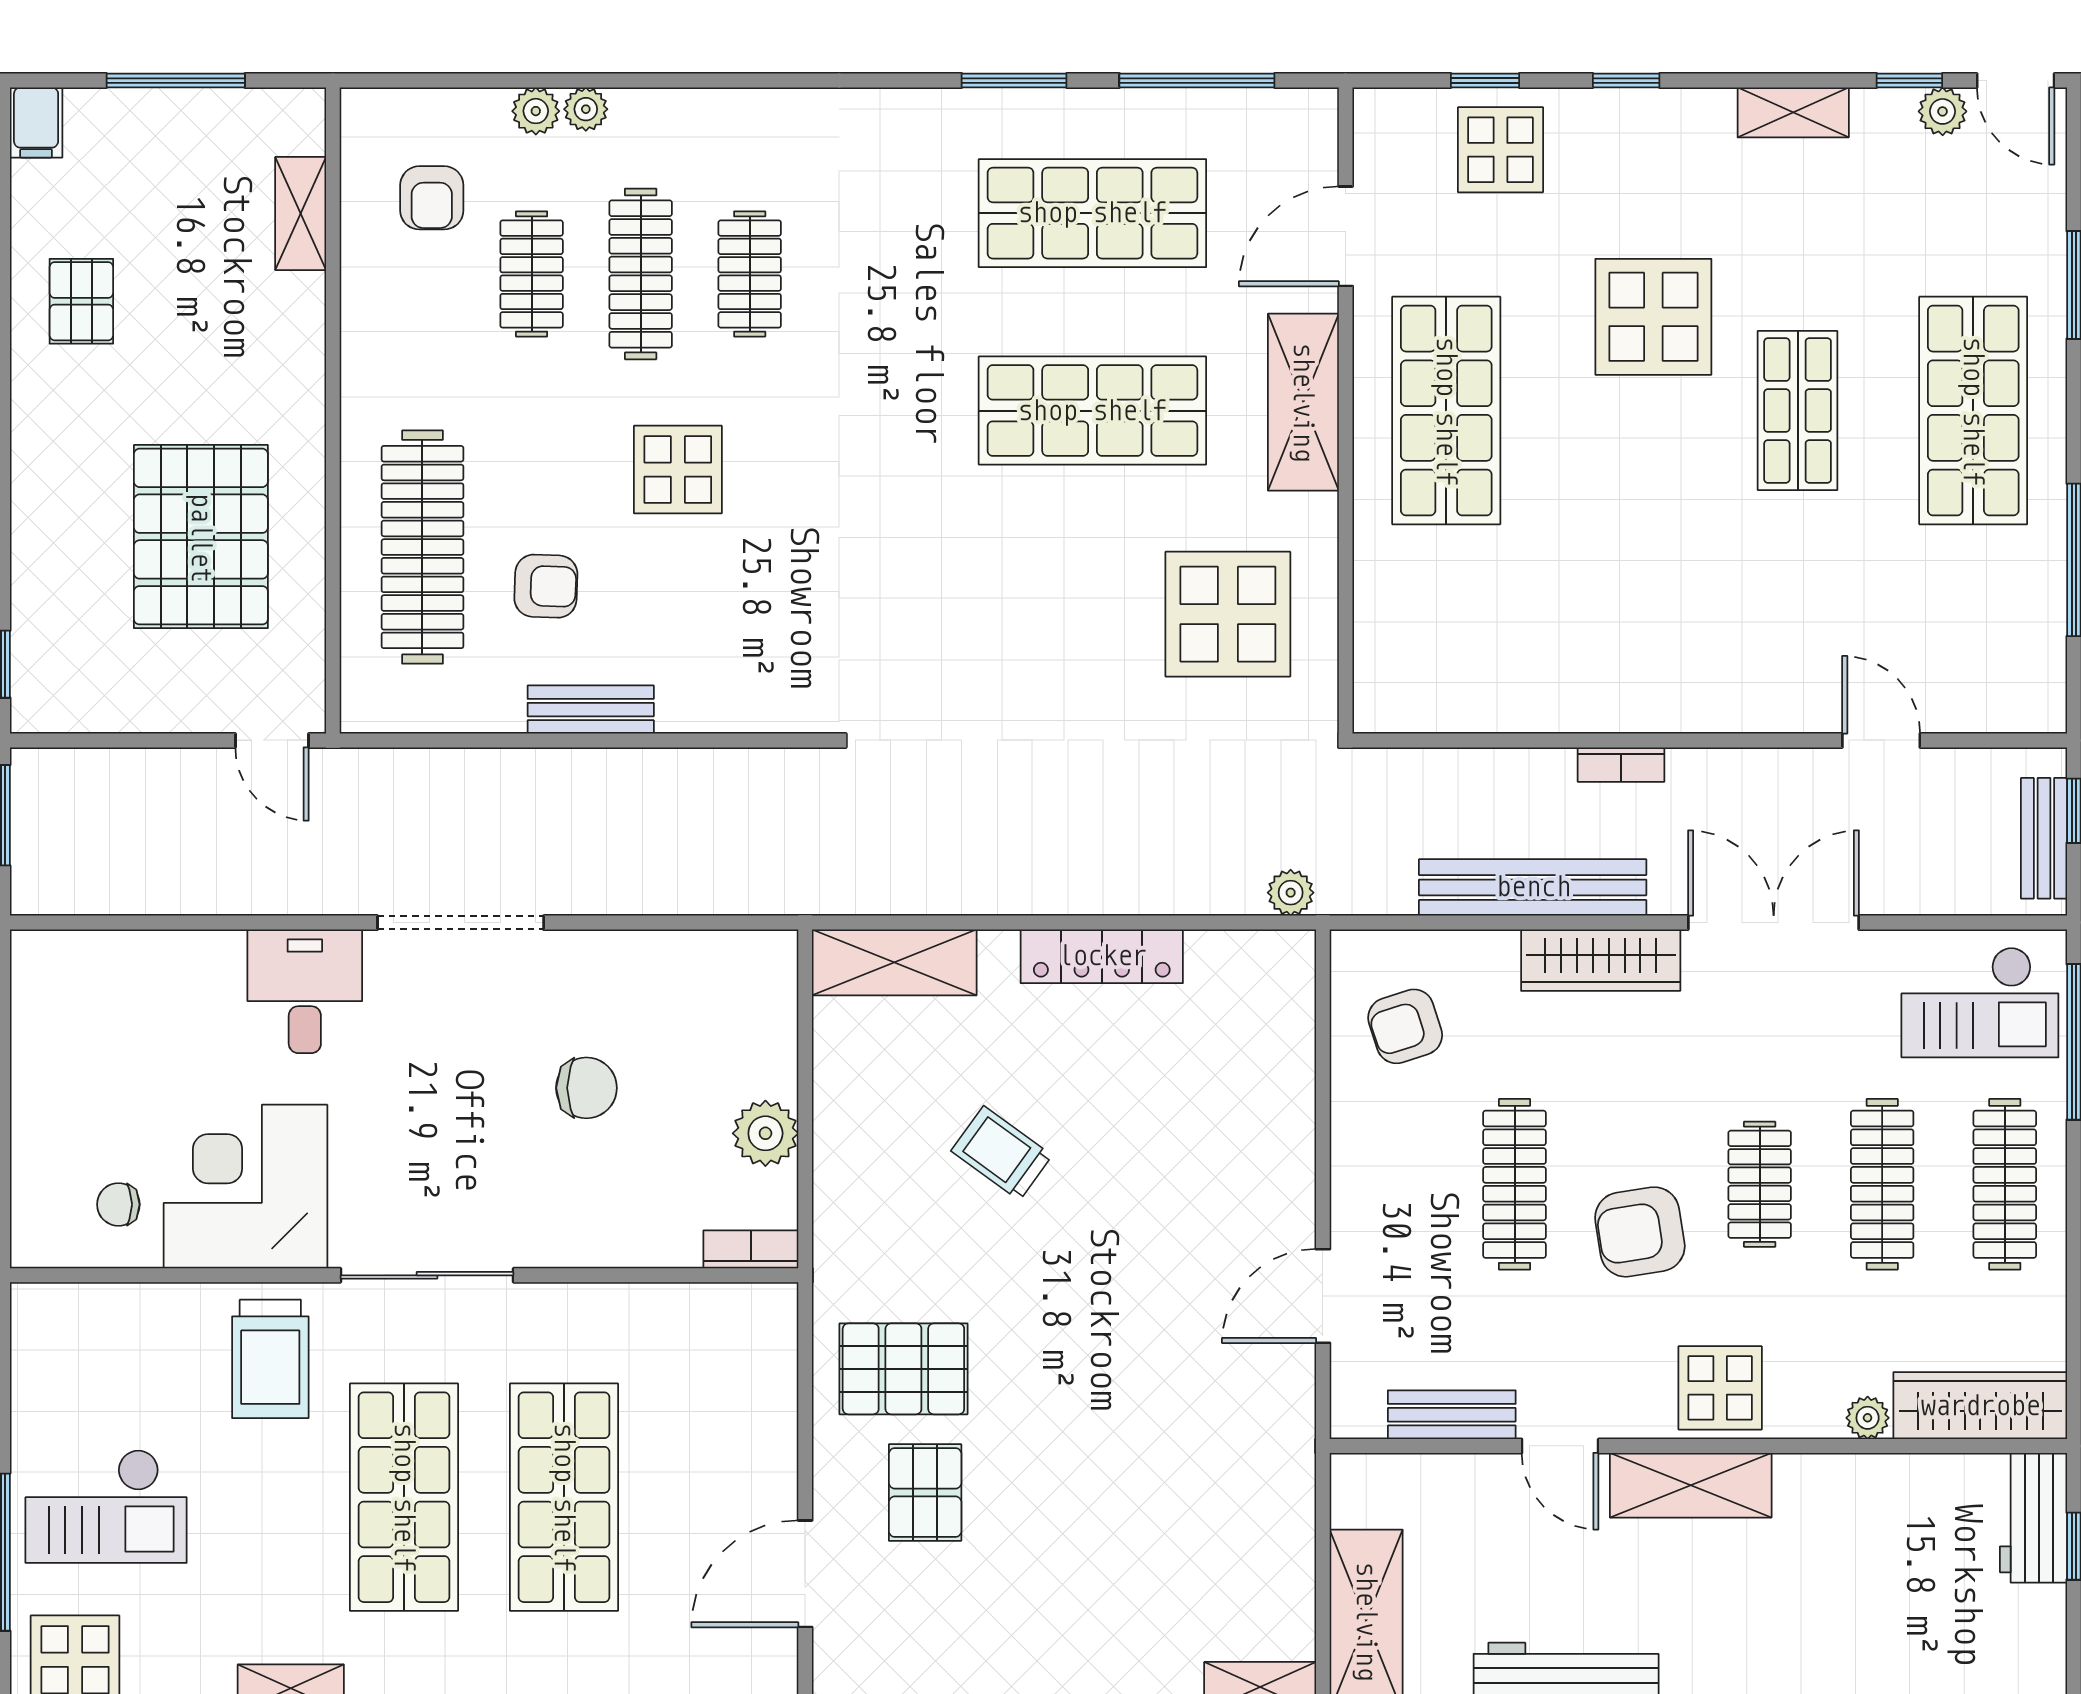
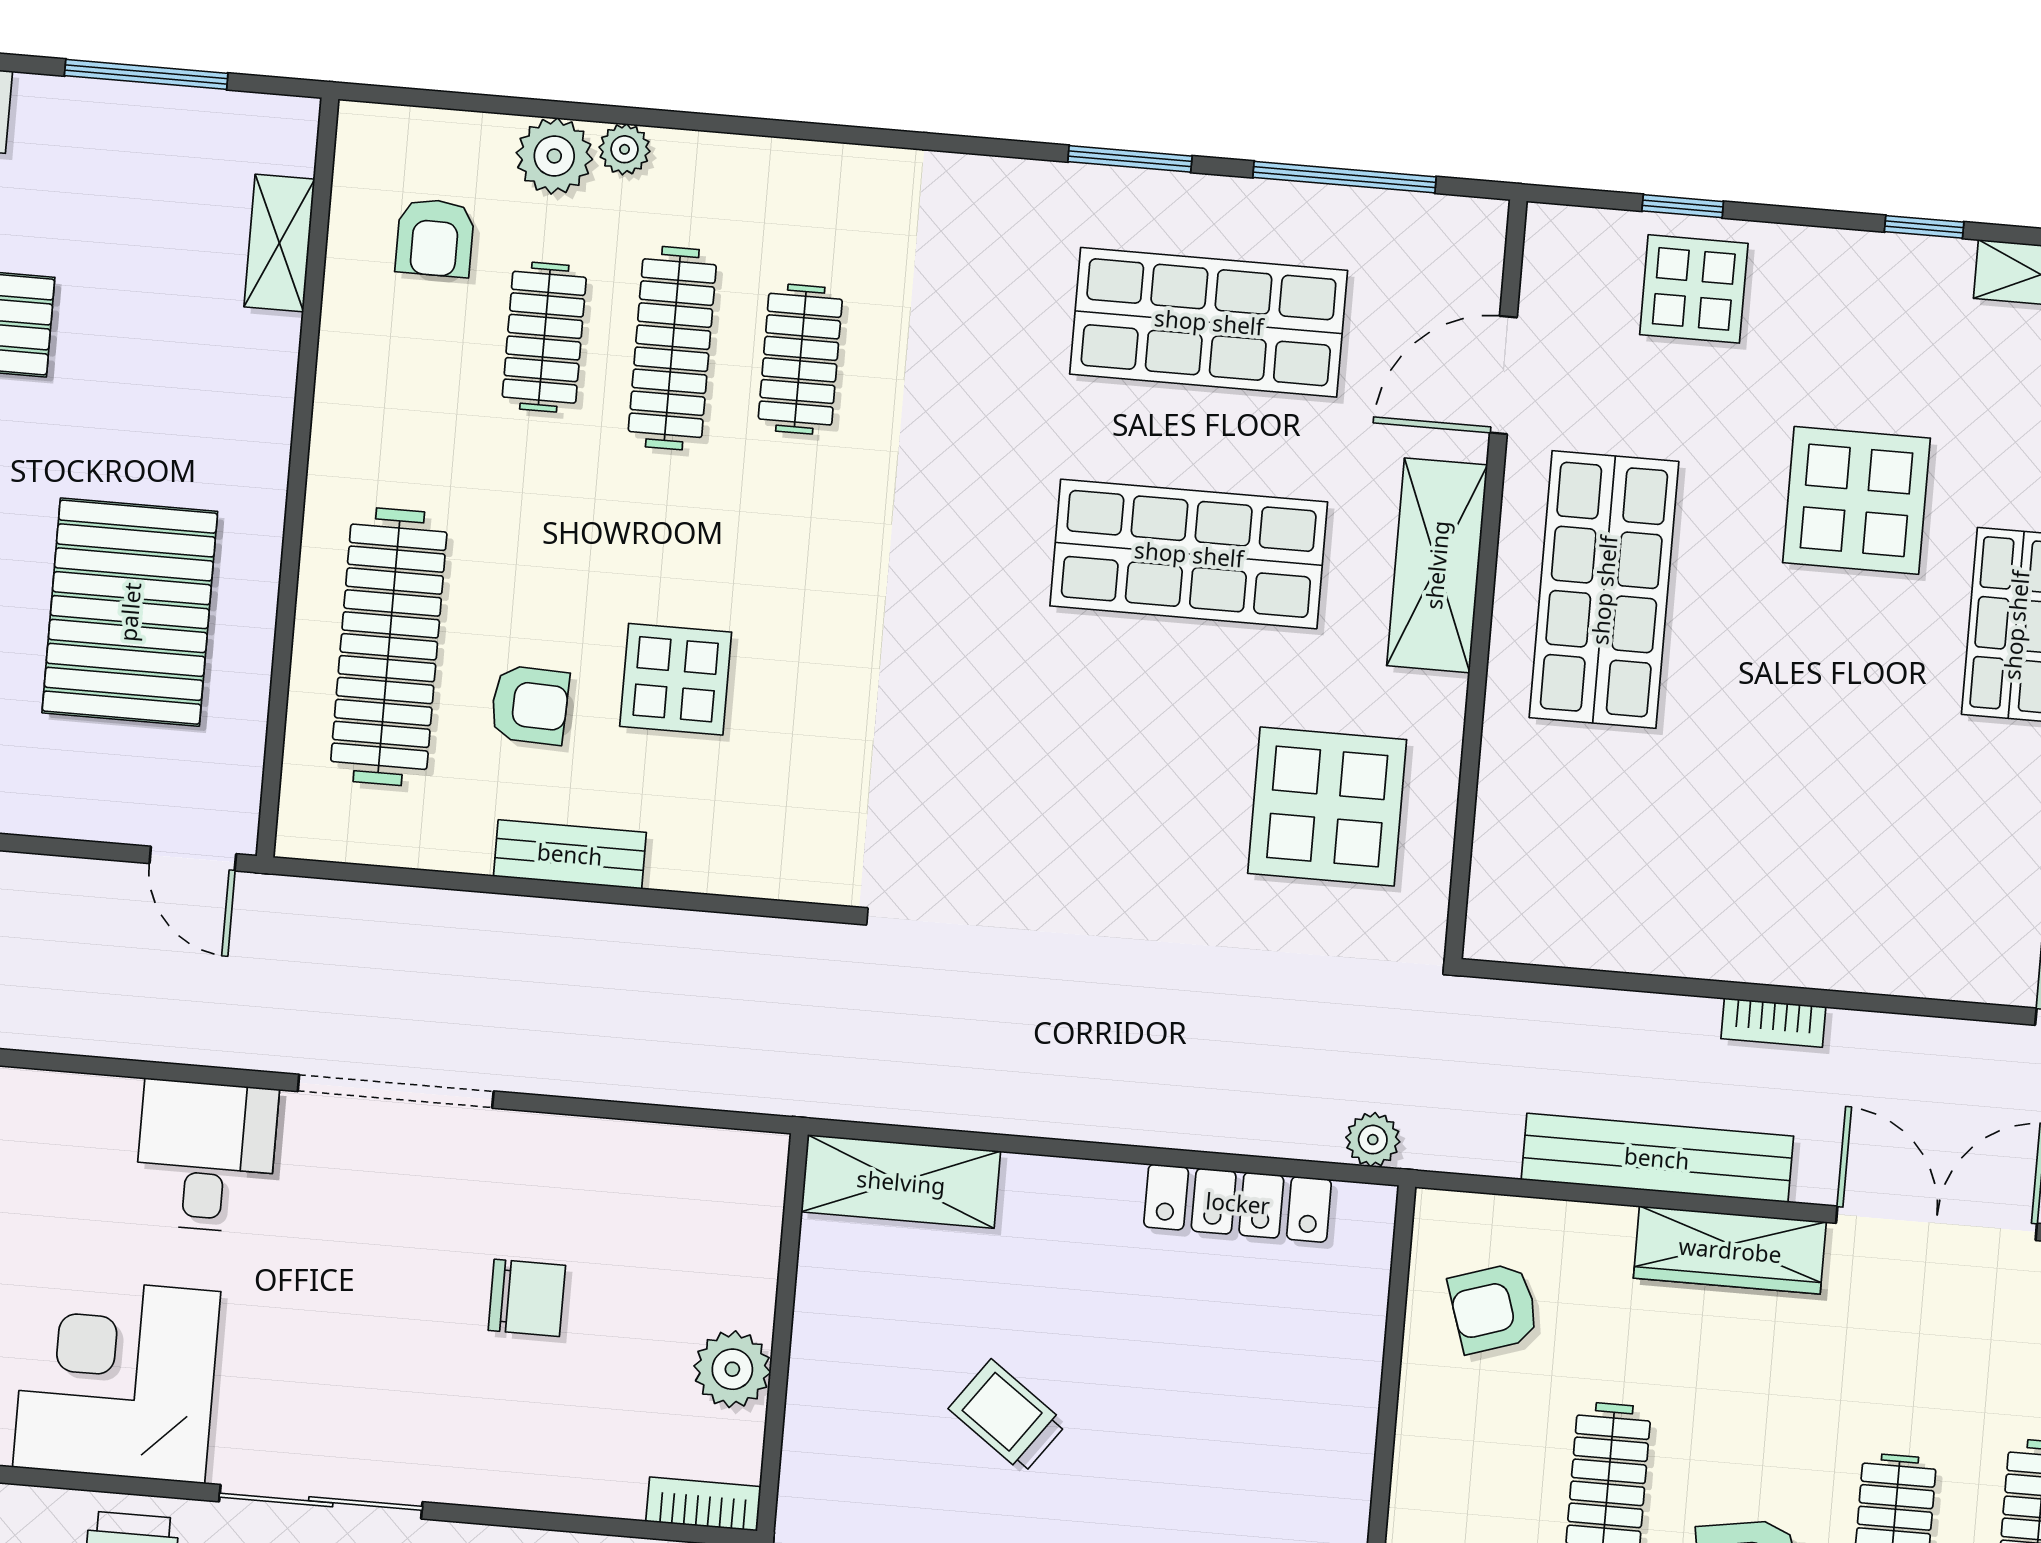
window: (1626, 81) -> (1924, 227), moved
plant: (536, 111) -> (554, 156), width x1.38, depth x1.38
display table: (678, 470) -> (676, 679), moved
locker: (1102, 956) -> (1238, 1203), moved

